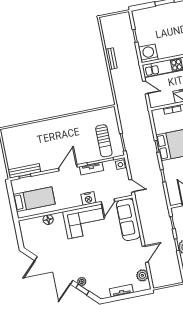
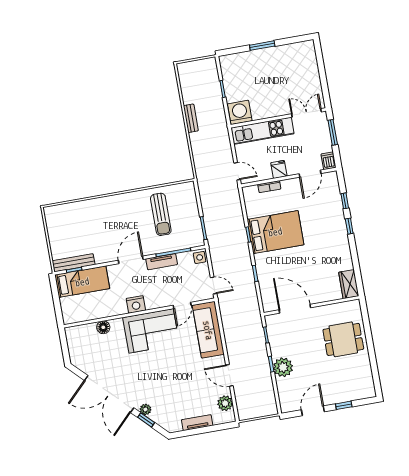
door: (145, 88) -> (237, 171), moved
sun lounger: (104, 141) -> (161, 214), moved
nightstand: (88, 198) -> (136, 304), moved
bed: (34, 199) -> (82, 282), moved
door: (145, 254) -> (229, 375), swing flipped

